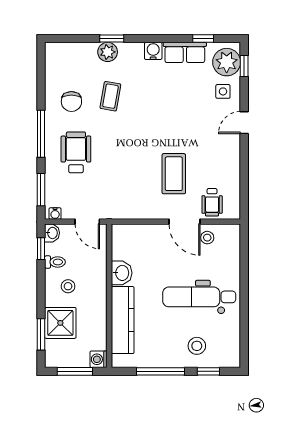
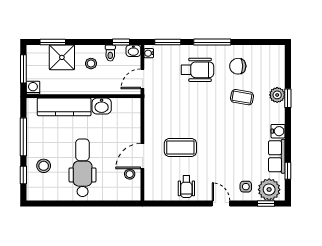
wheelchair: (212, 202) -> (186, 187), moved, turned -90

